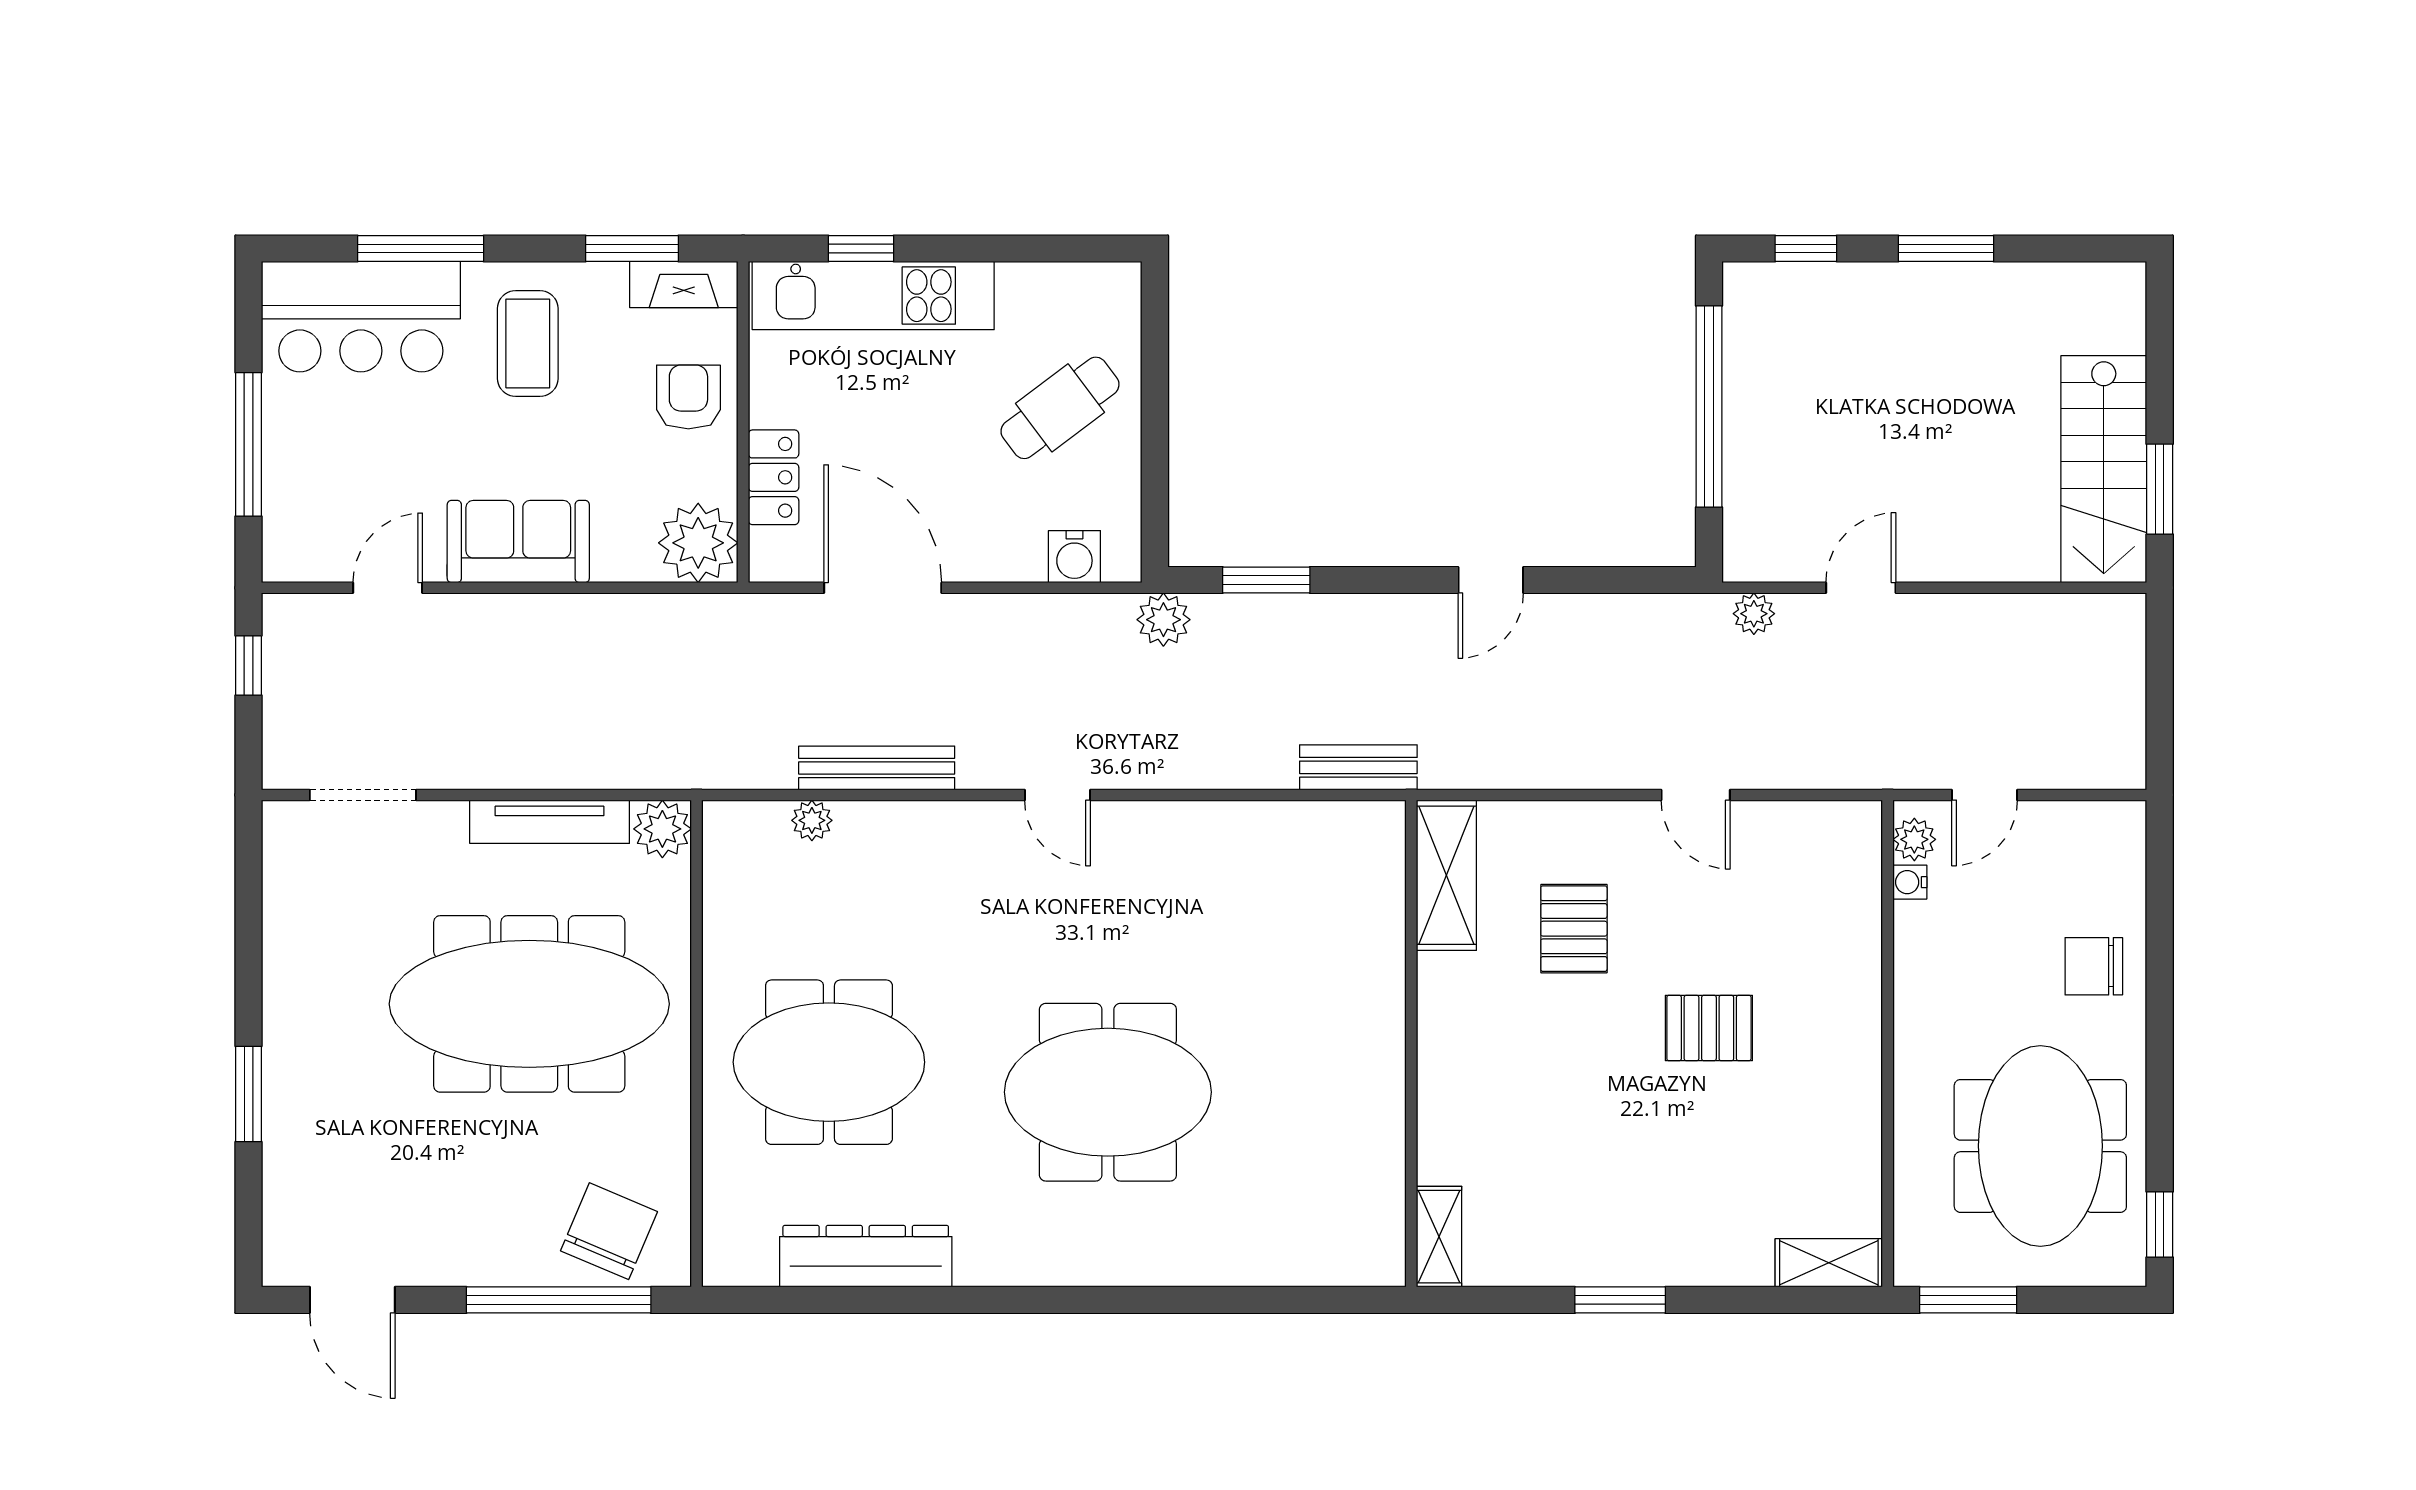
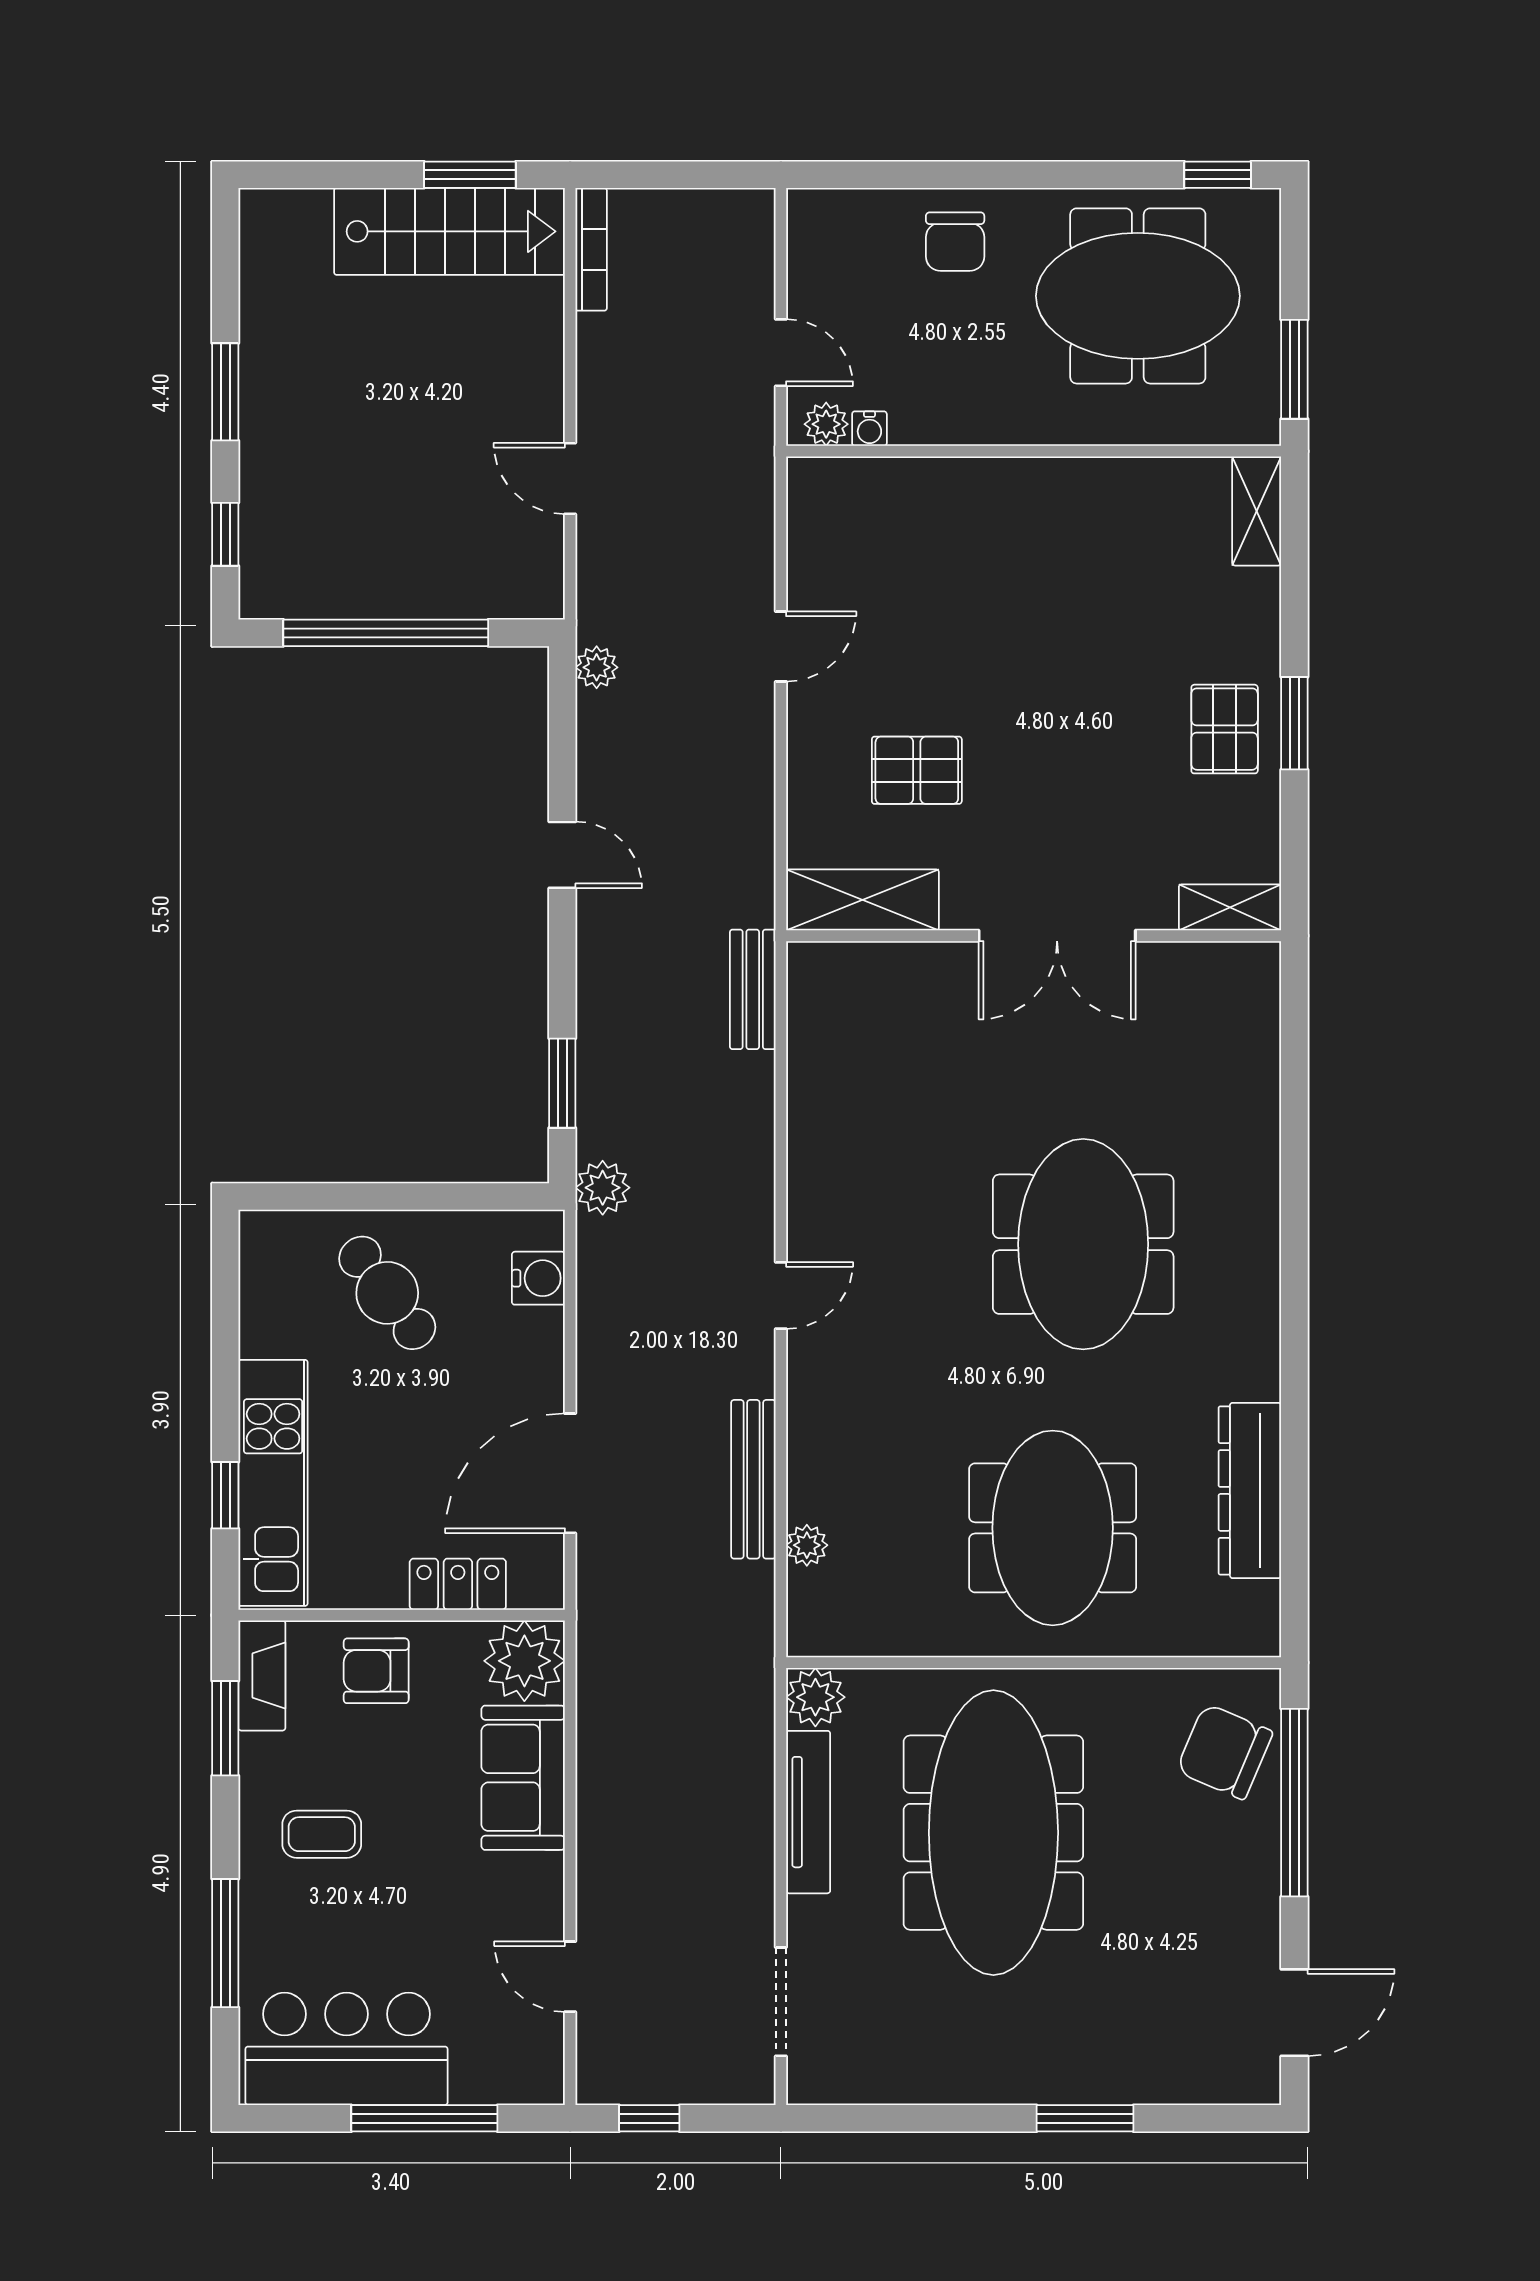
bar counter: (361, 317) -> (346, 2049), moved, turned -90
coffee table: (528, 343) -> (322, 1834), width x0.73, depth x0.77
sofa: (518, 542) -> (523, 1778), moved
bookcase: (2086, 608) -> (591, 249), added
plant: (1754, 614) -> (597, 667), moved
pallet: (1709, 1028) -> (1225, 729), moved
double door: (1411, 1067) -> (1057, 936), added

